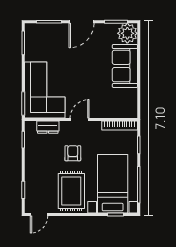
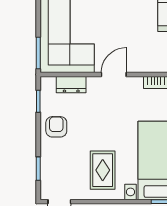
armchair: (73, 153) -> (56, 127), moved
rug: (71, 191) -> (103, 170), width x0.73, depth x0.70

